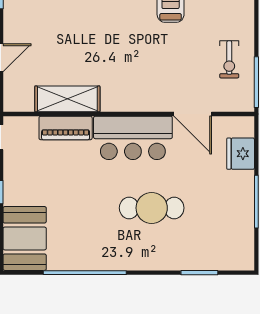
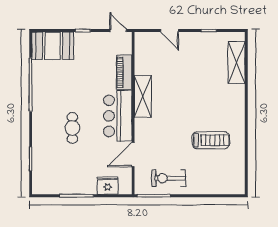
exercise bike: (229, 59) -> (168, 178), width x1.38, depth x1.39
shelving: (67, 99) -> (143, 96), moved
cafe table: (152, 208) -> (72, 128), width x0.73, depth x0.74

